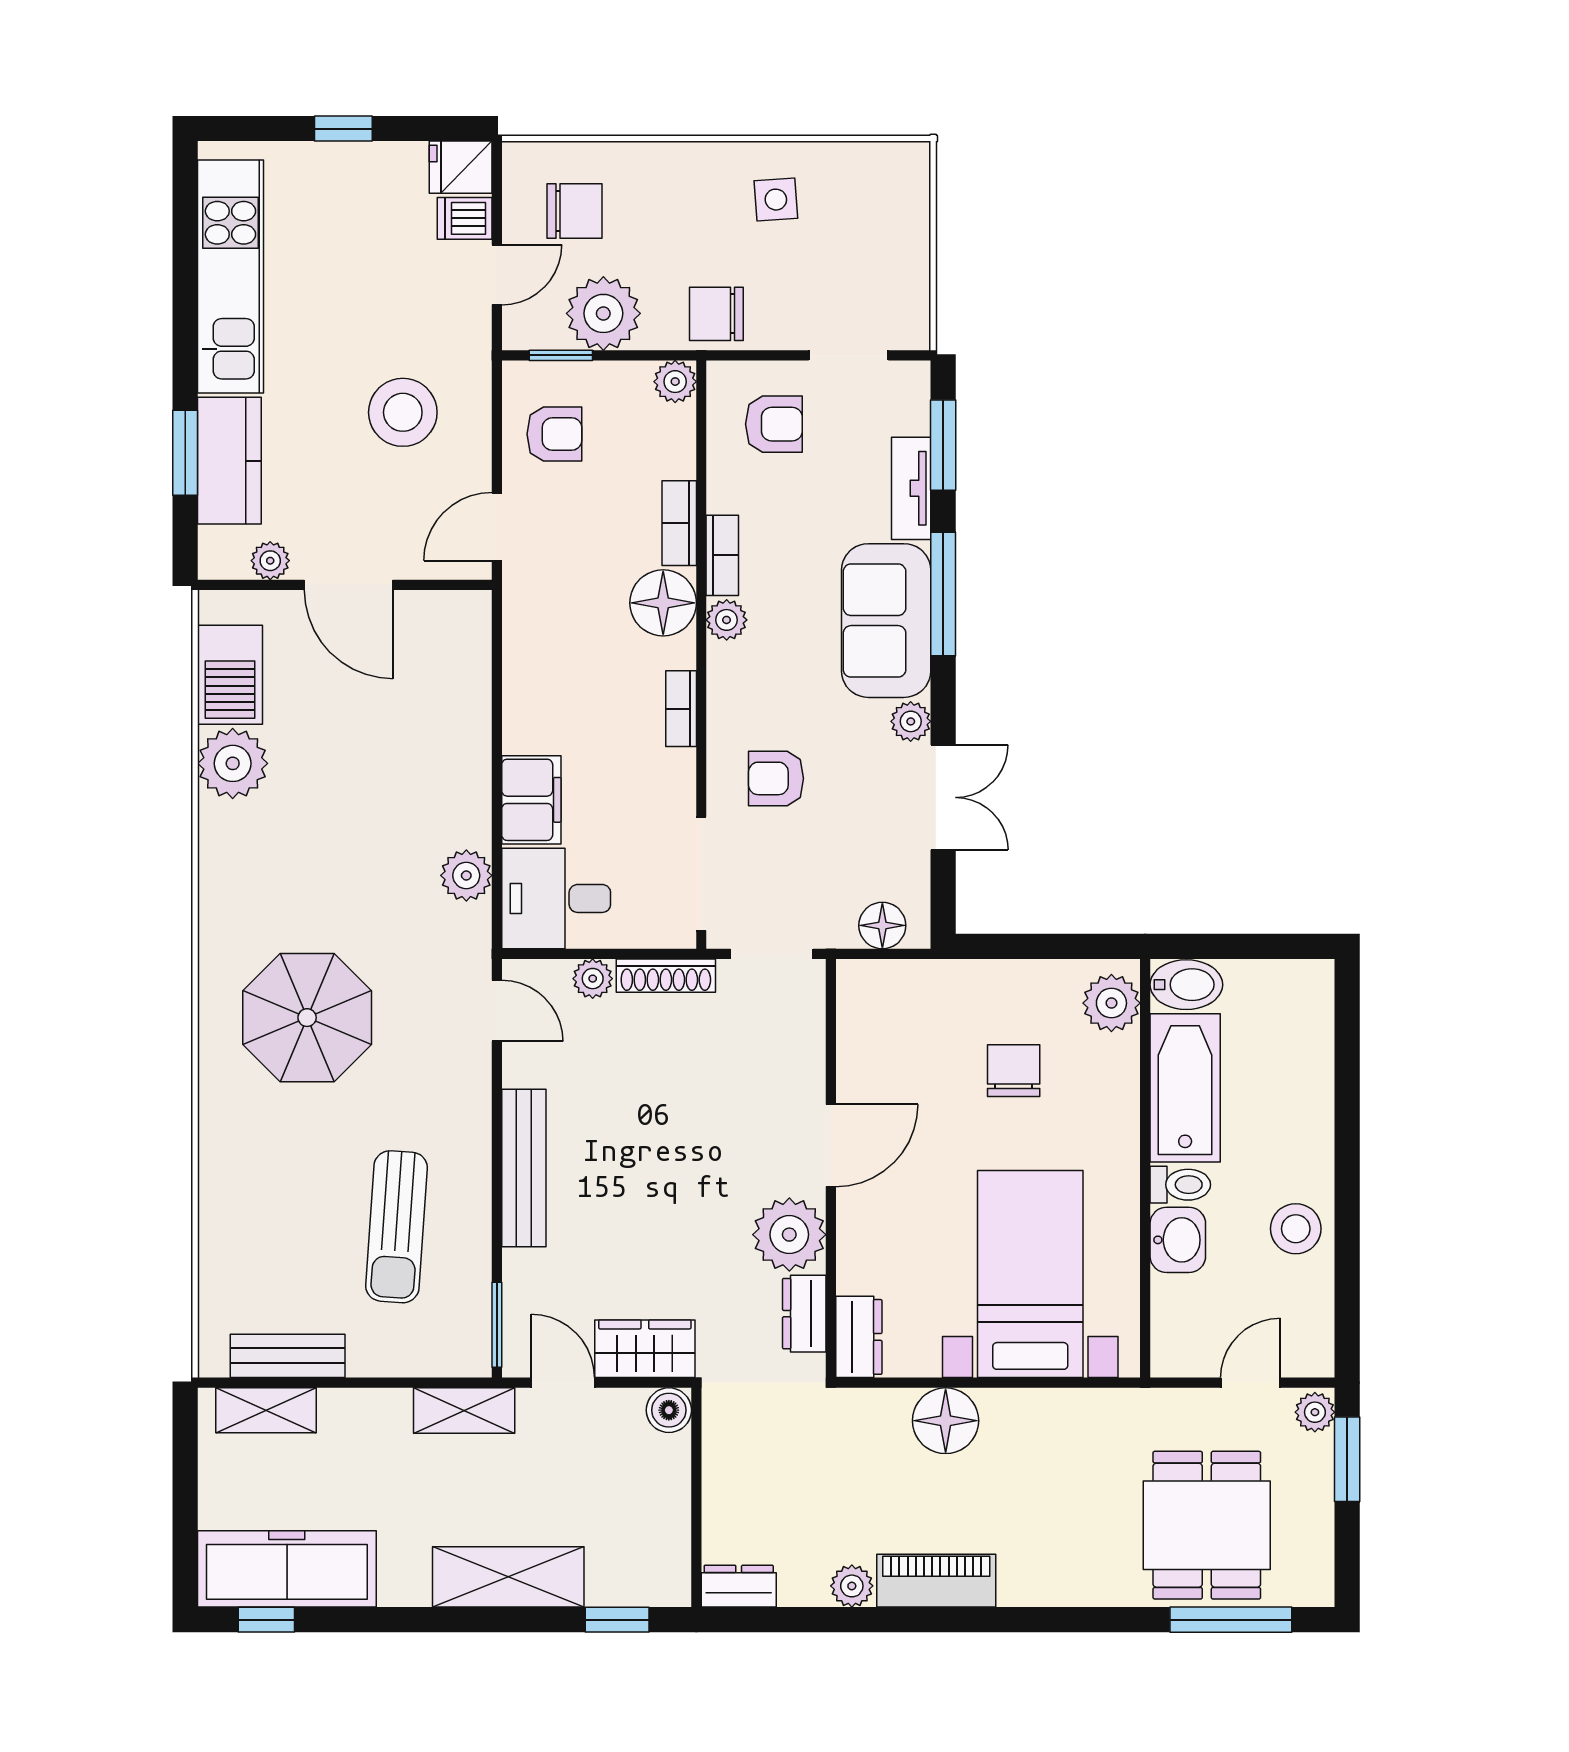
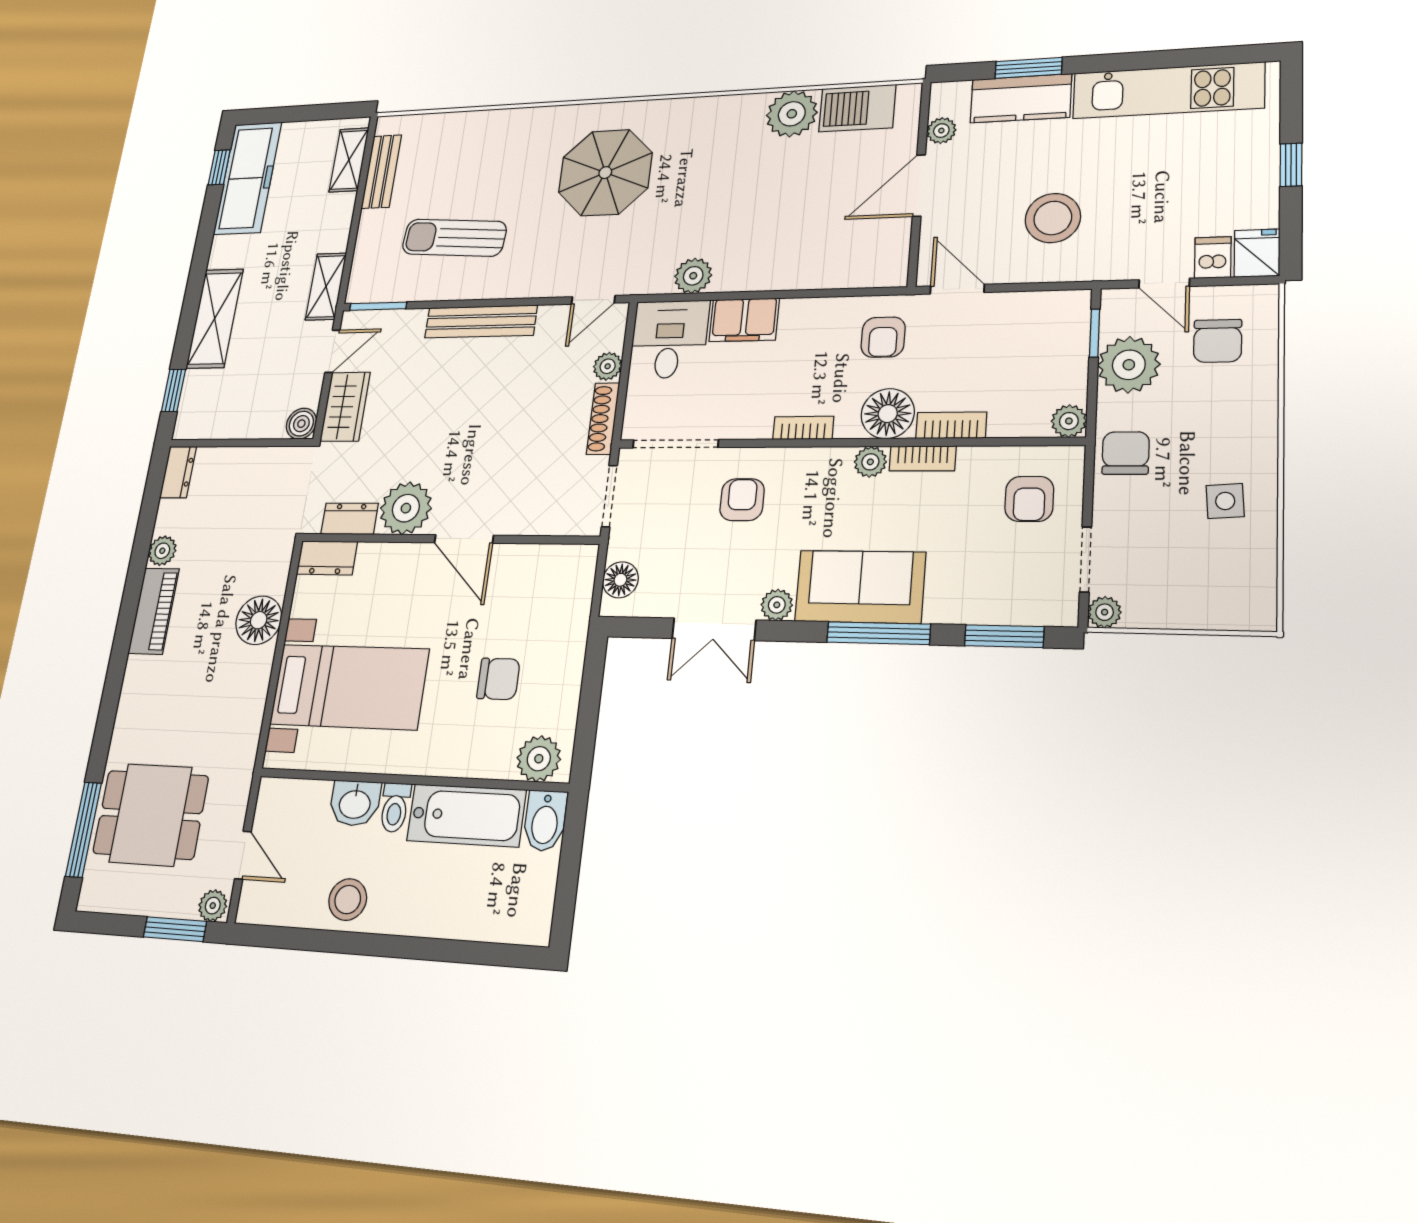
plant: (912, 332) -> (1105, 612), added
armchair: (554, 434) -> (883, 337), moved
tv unit: (911, 488) -> (969, 609), removed

